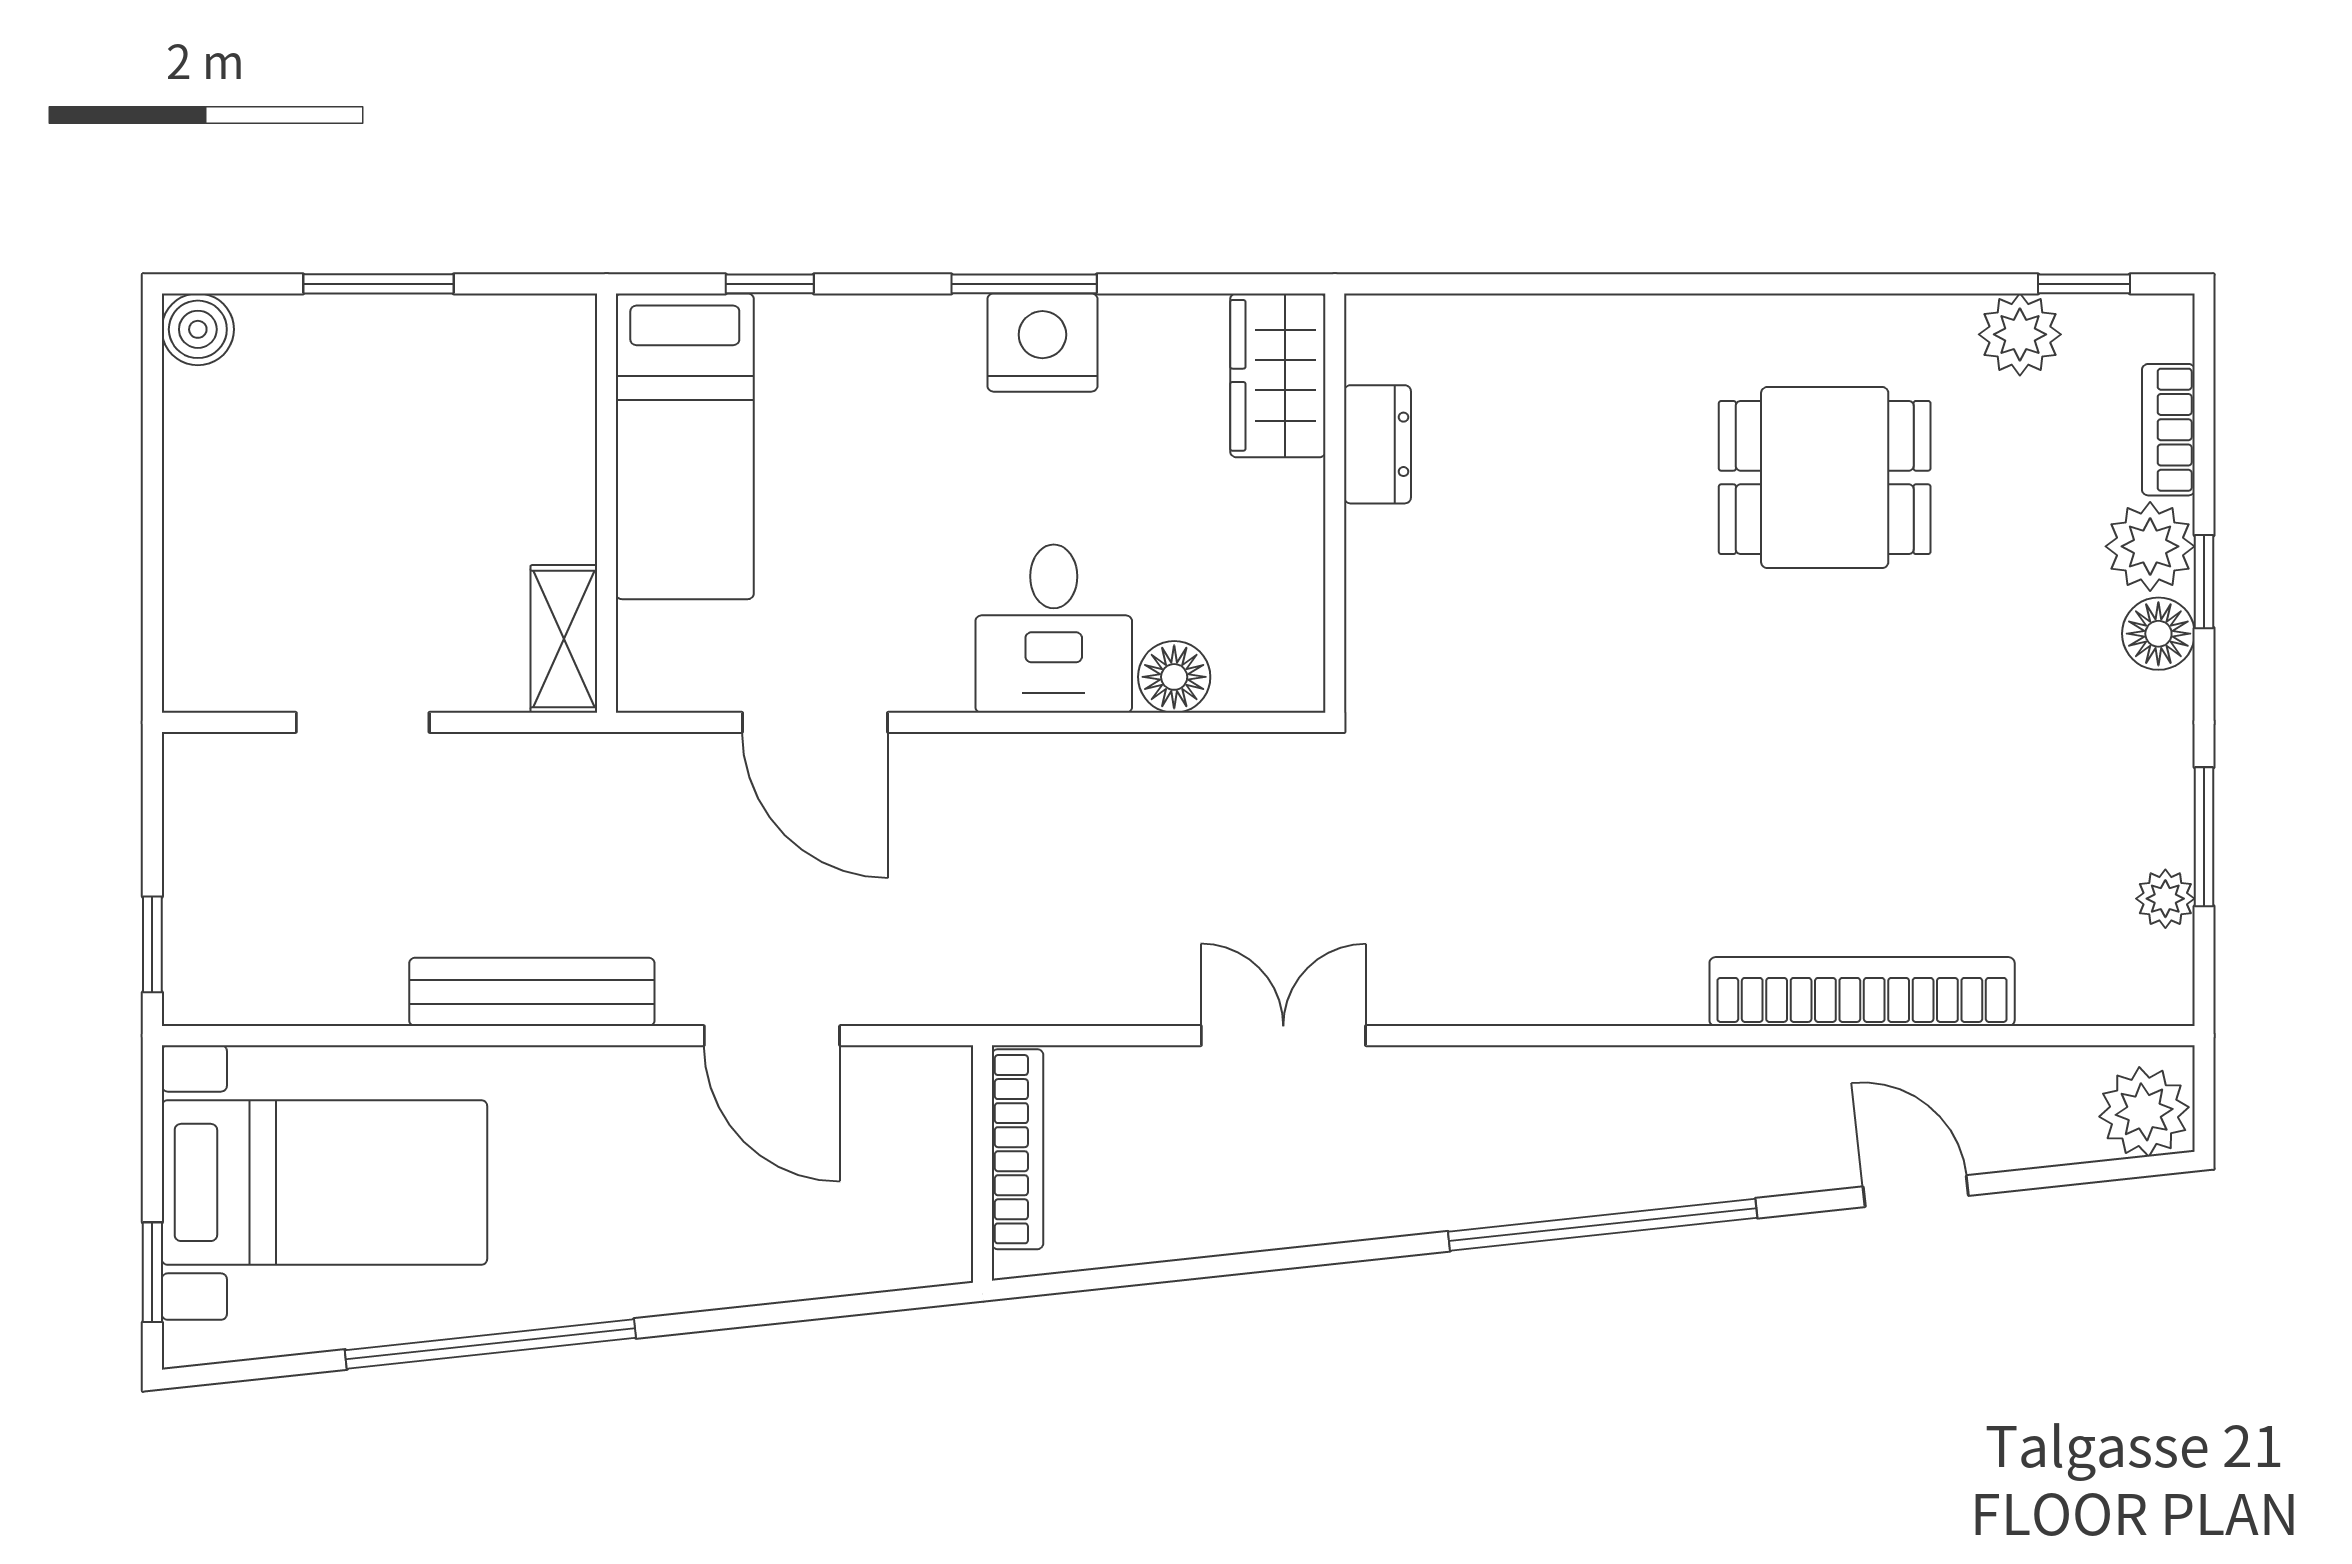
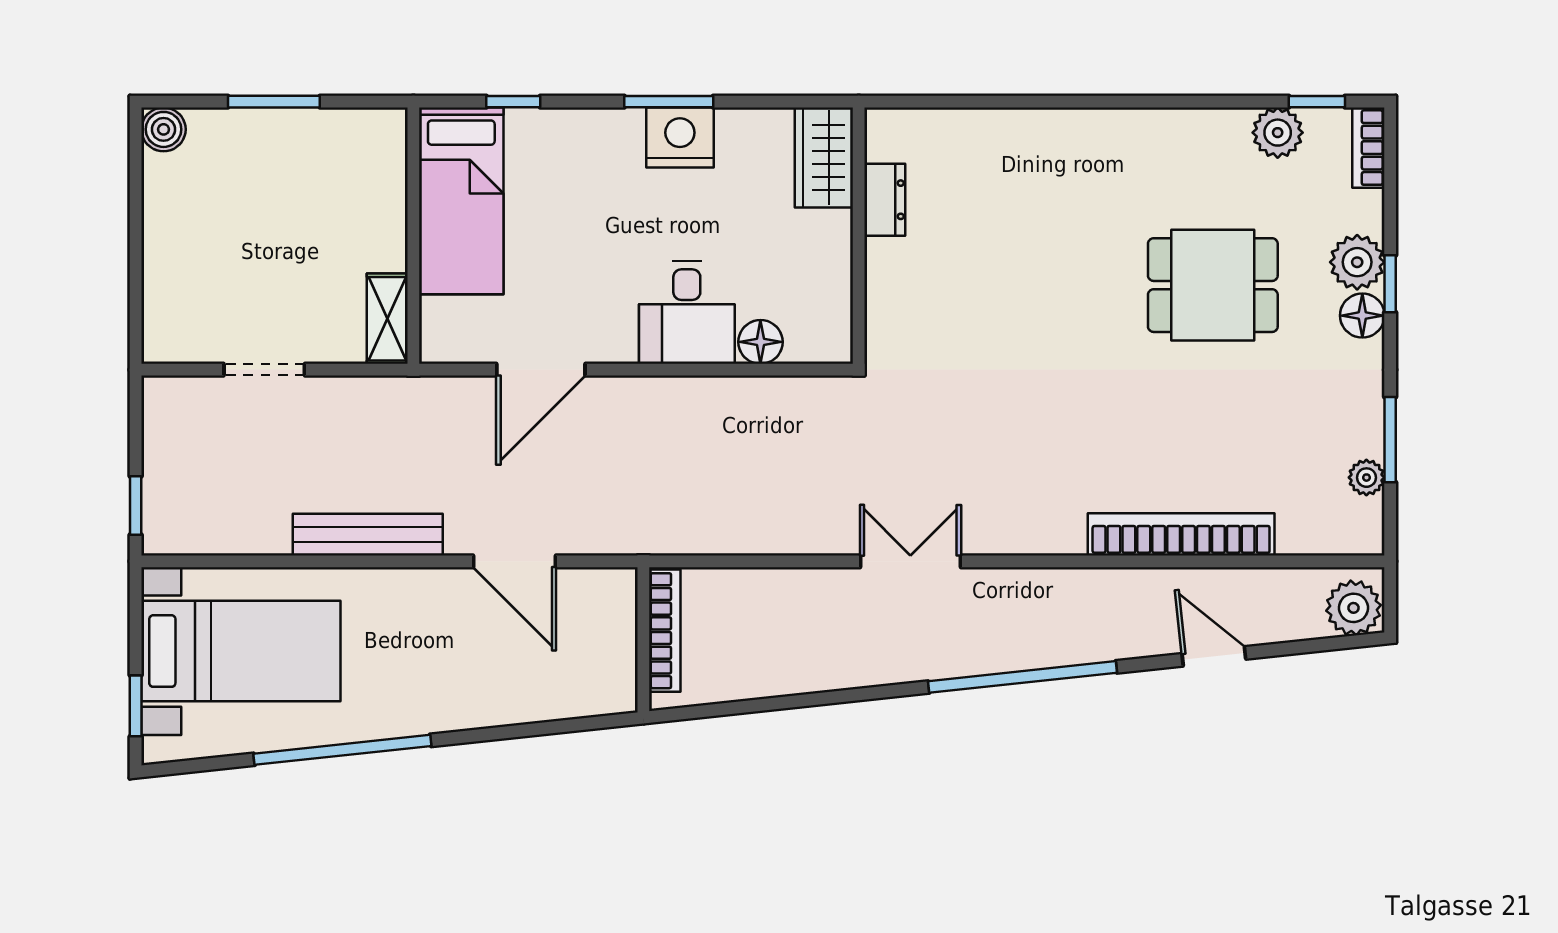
bookcase: (2168, 430) -> (1368, 148), moved
dining table: (1825, 478) -> (1213, 285), moved
door: (815, 722) -> (541, 370), hinge flipped
double door: (1283, 1036) -> (910, 561), moved

